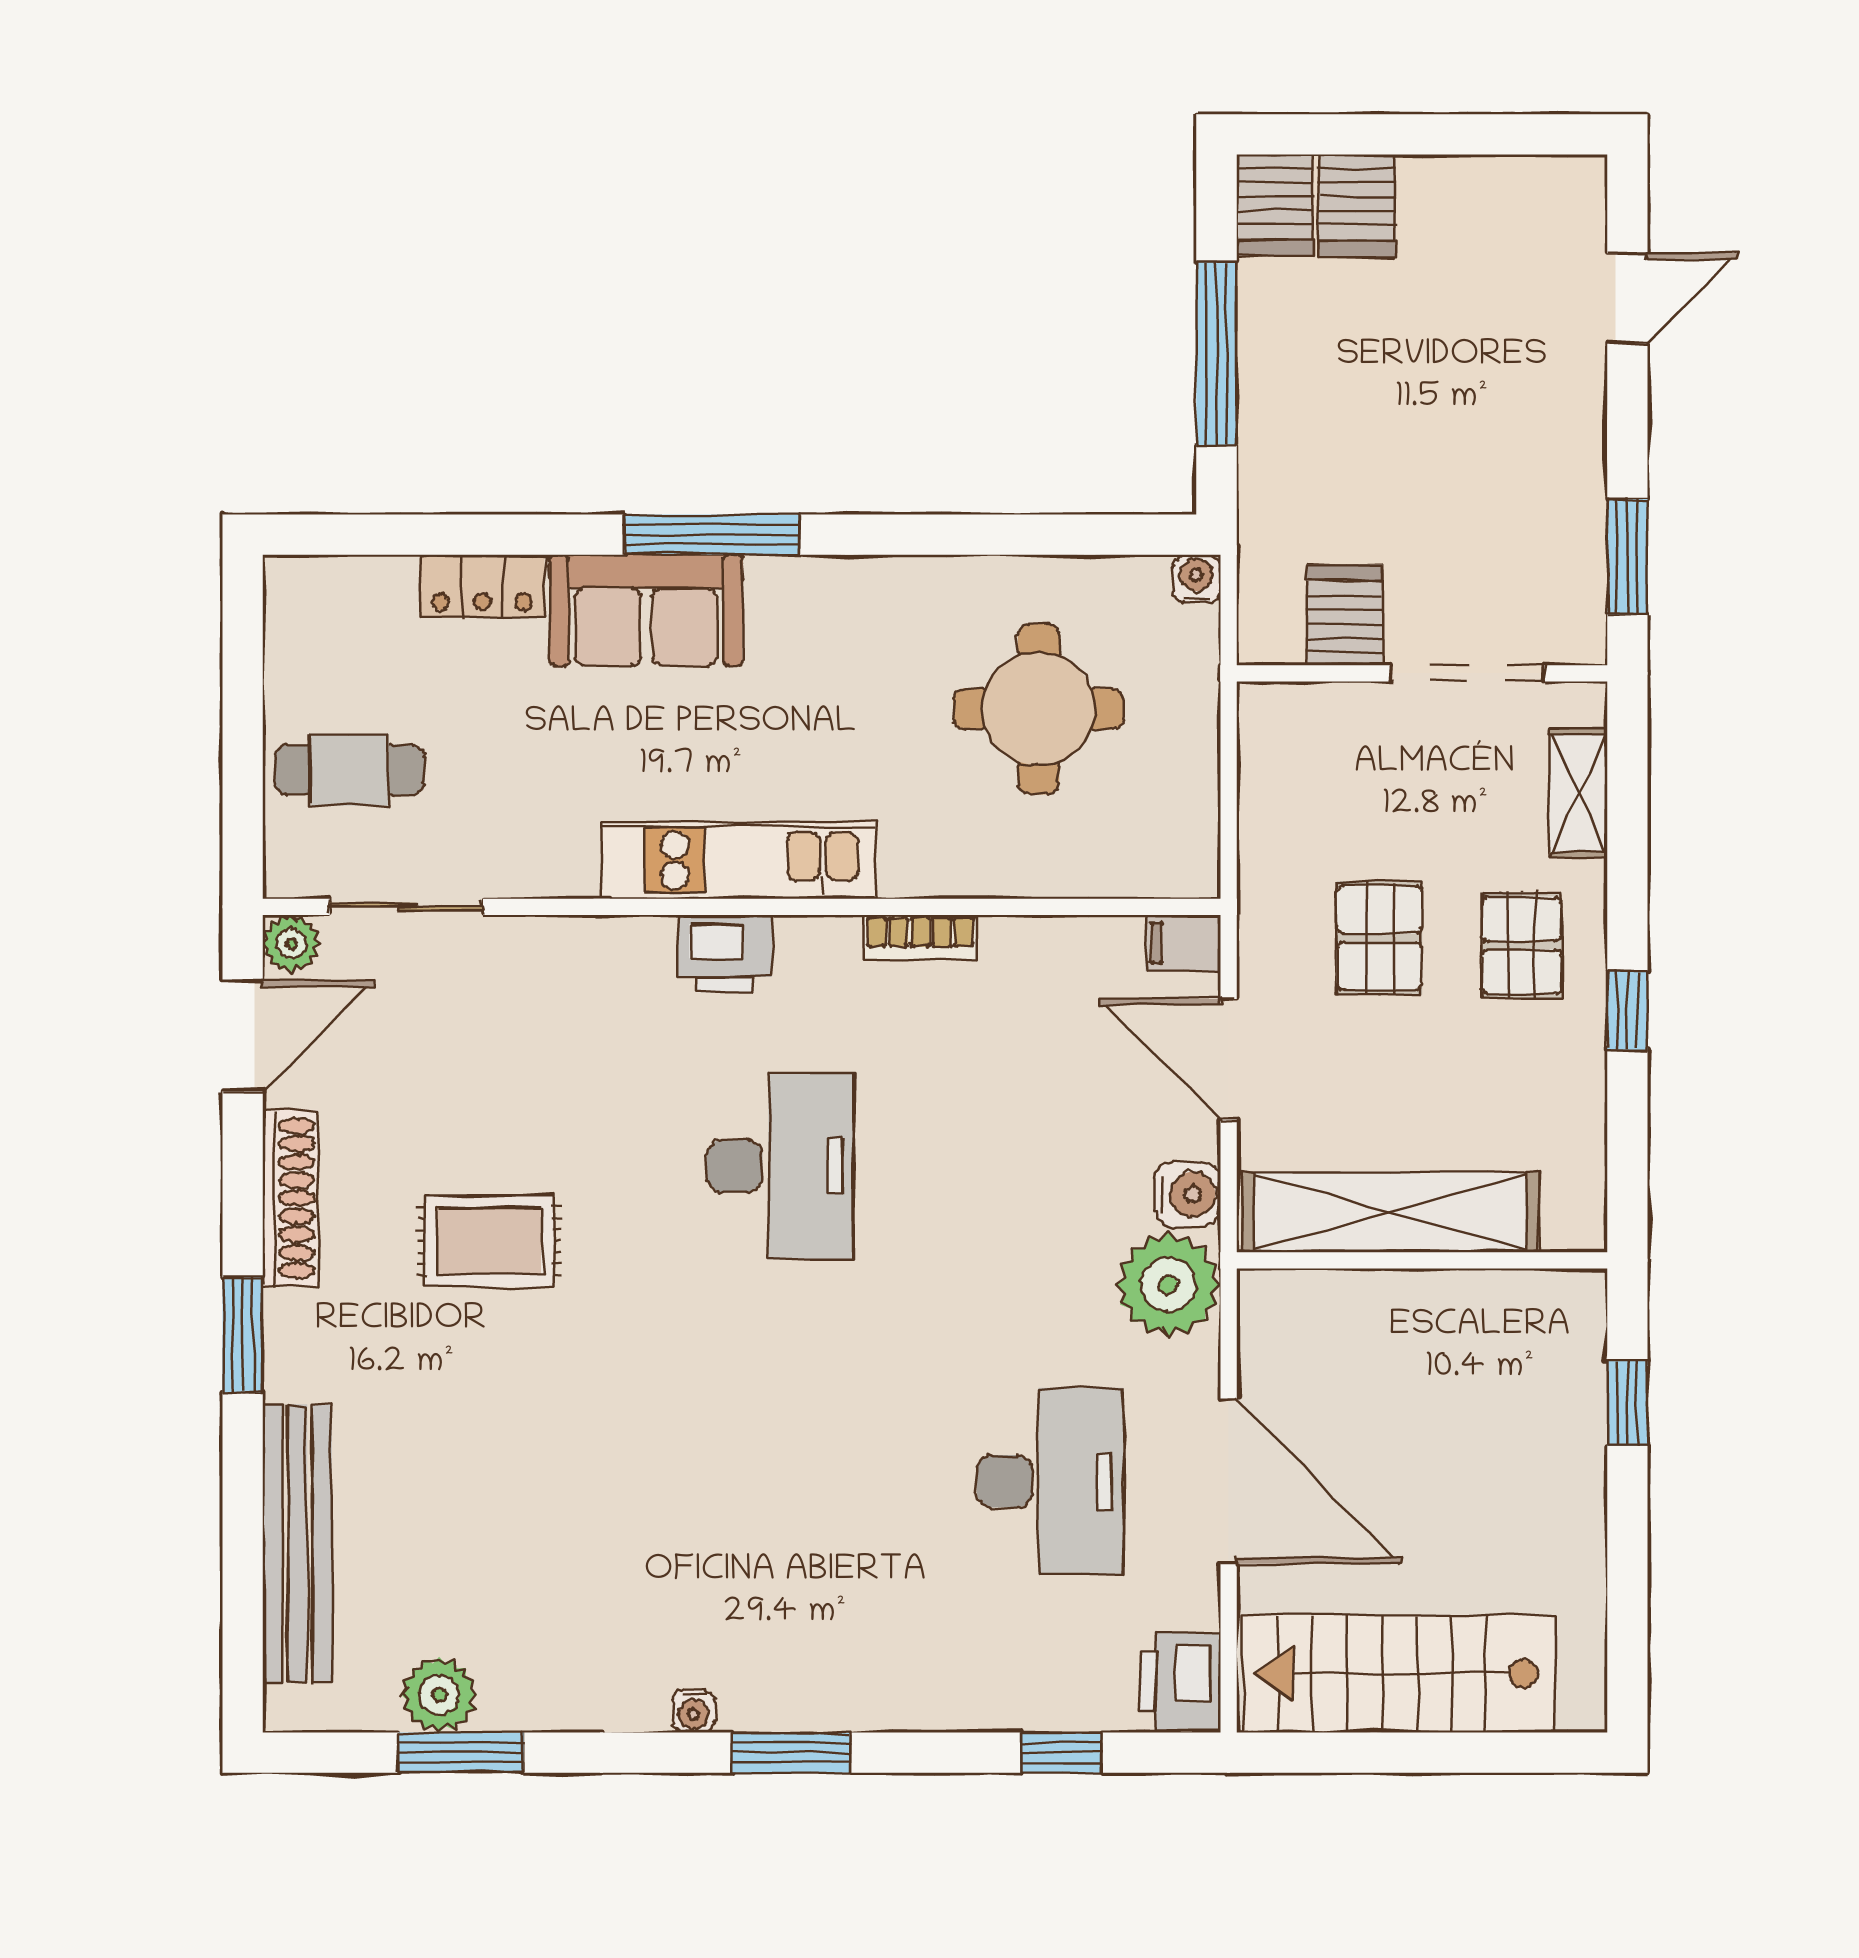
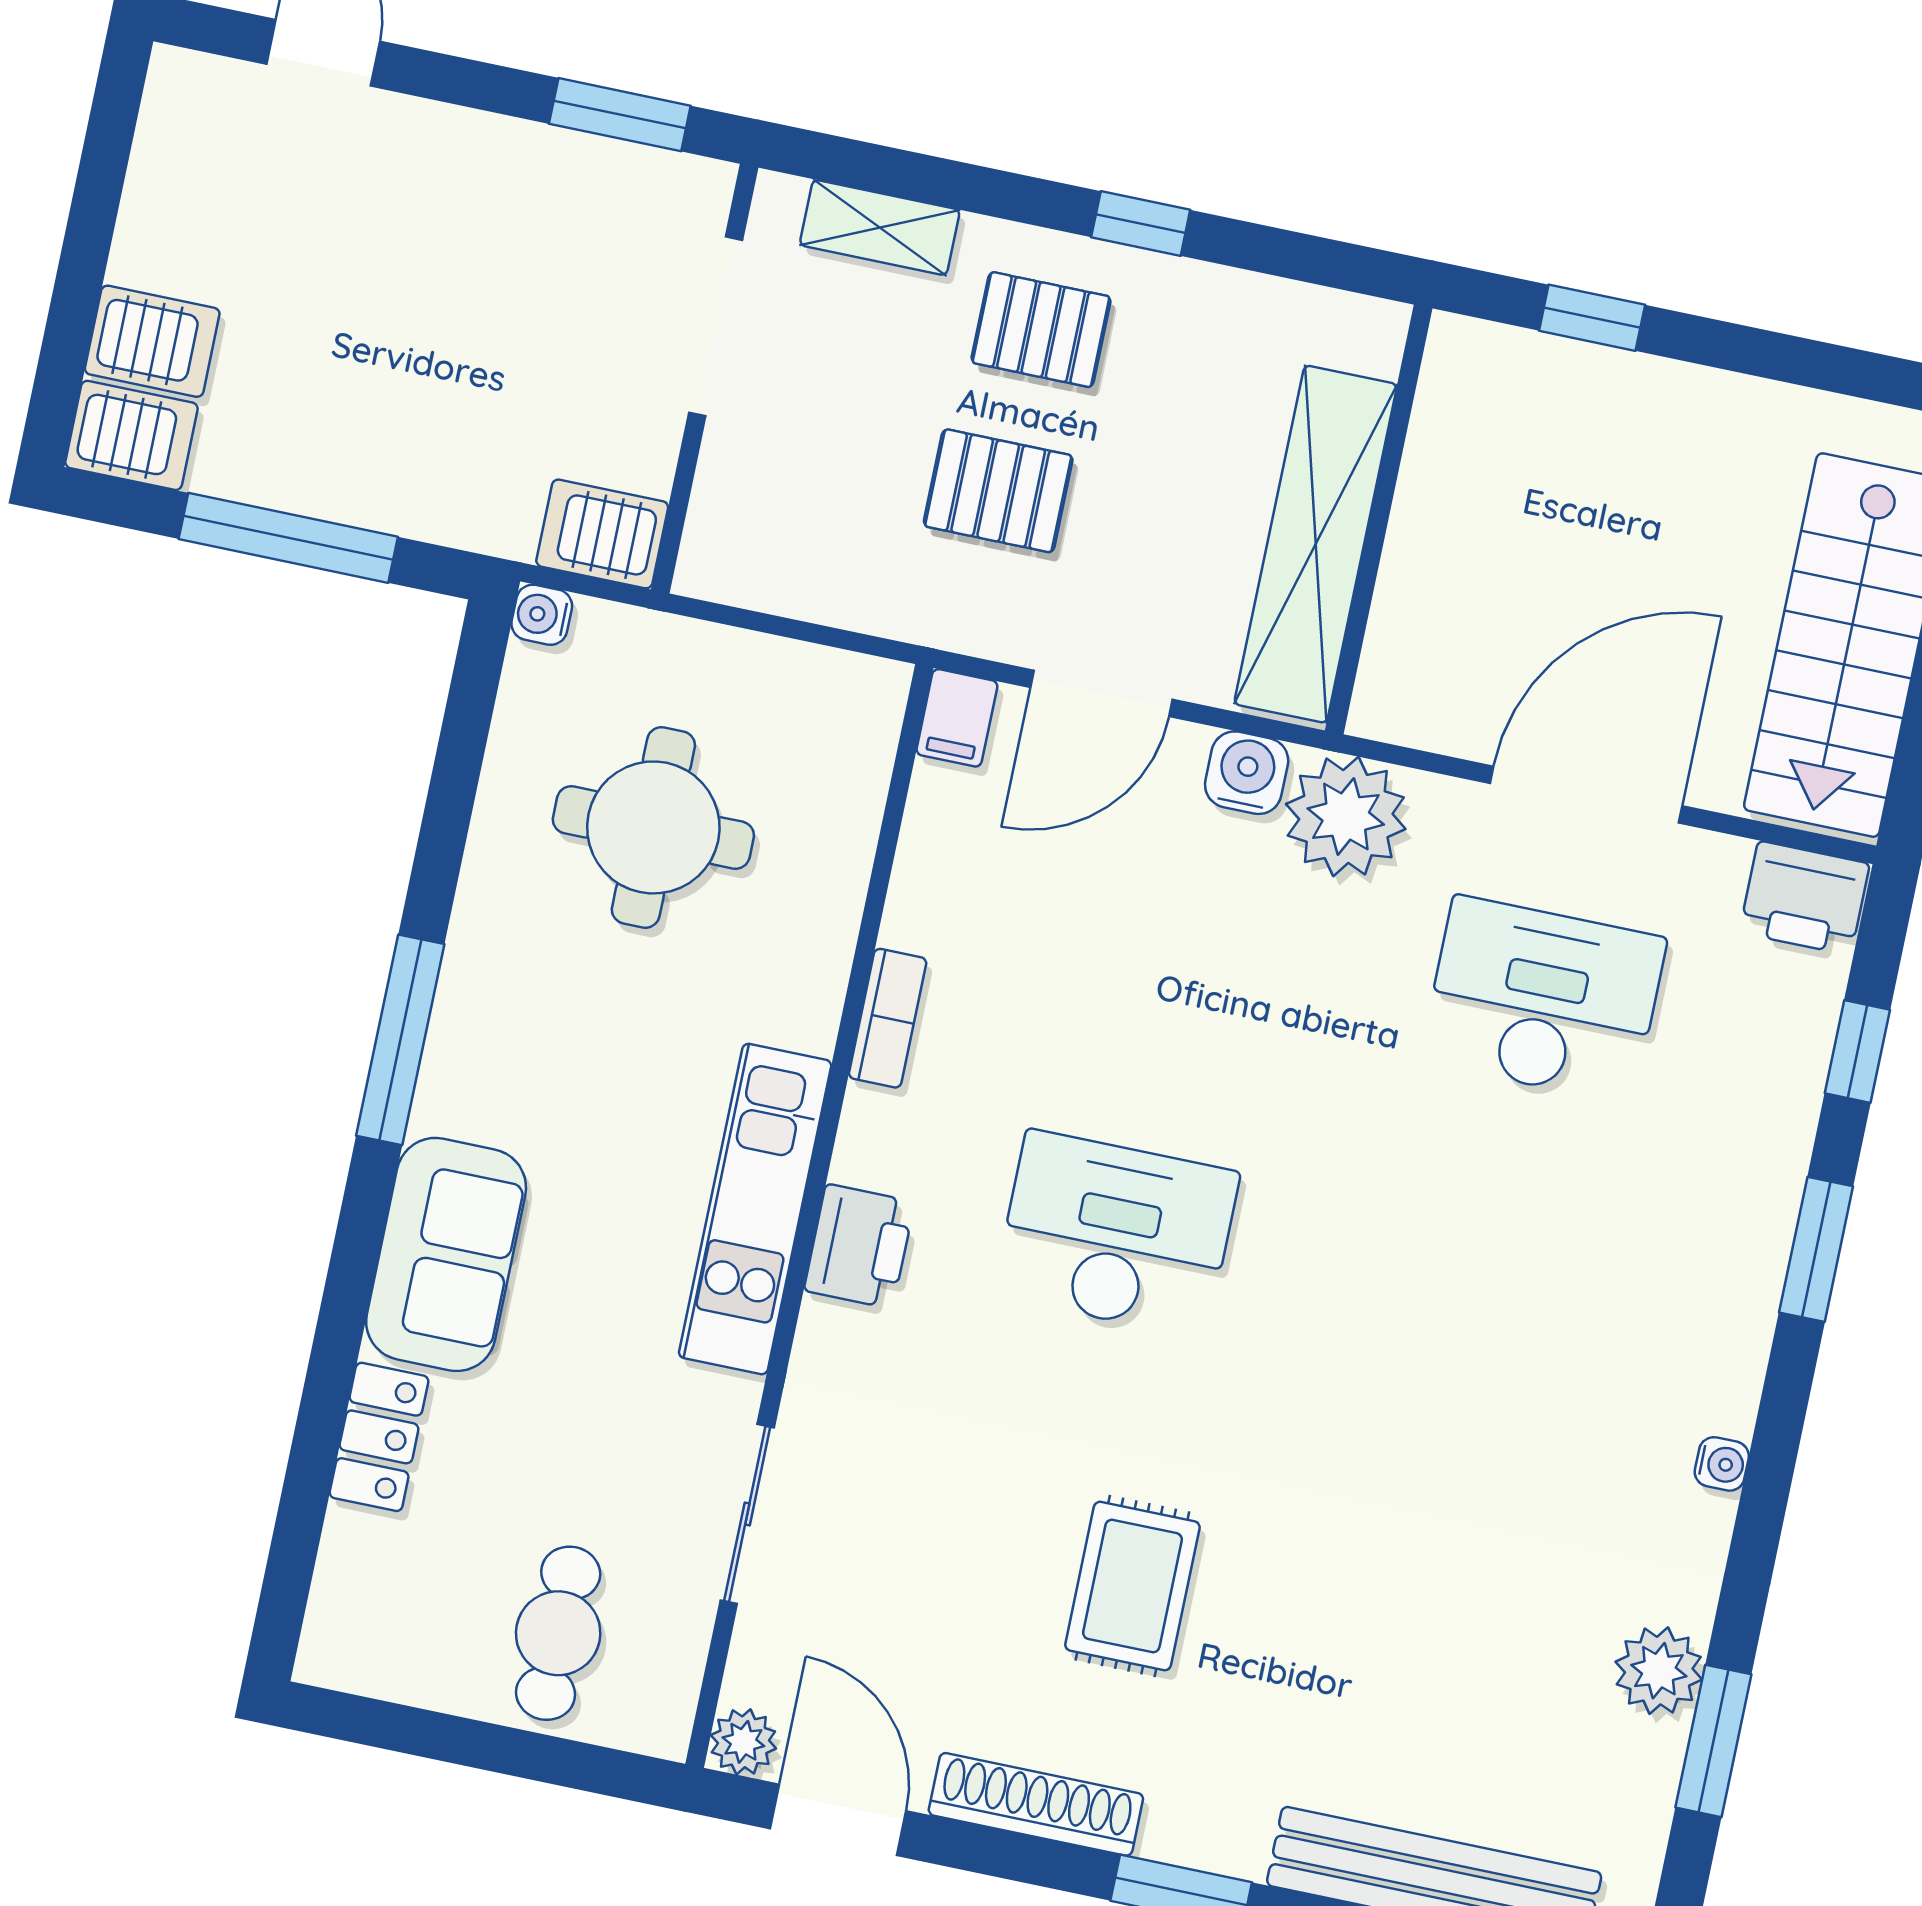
window: (712, 535) -> (400, 1040), moved
server rack: (1344, 615) -> (602, 534), moved
sliding door: (406, 907) -> (747, 1514), moved
plant: (439, 1695) -> (1659, 1671), moved
window: (791, 1753) -> (1816, 1249), moved

